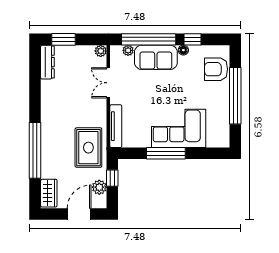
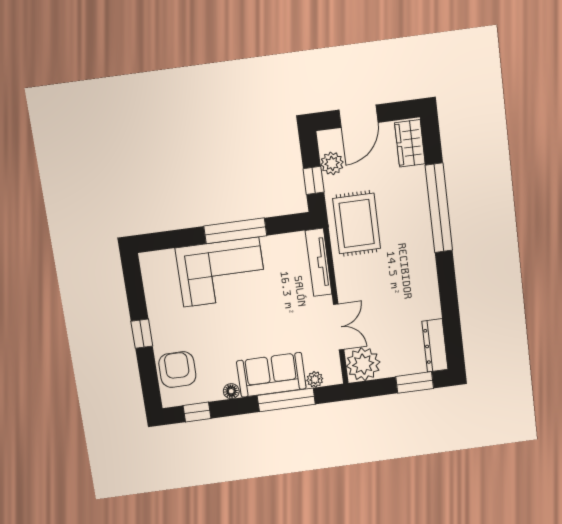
window: (149, 39) -> (286, 400), width x0.68
window: (192, 39) -> (197, 412), moved
plant: (101, 51) -> (363, 364), width x1.88, depth x1.88
armchair: (216, 69) -> (177, 370), turned -90
window: (235, 96) -> (142, 334), width x0.32

